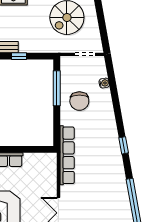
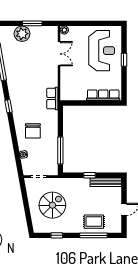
chair: (79, 101) -> (33, 131), moved, turned 180
row of seats: (67, 155) -> (52, 98), width x0.50

